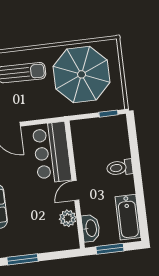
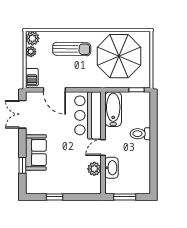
bathtub: (128, 217) -> (113, 109), moved, turned 180
washbasin: (91, 228) -> (111, 168), moved
window: (22, 259) -> (54, 197), width x0.67

